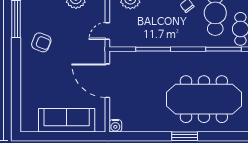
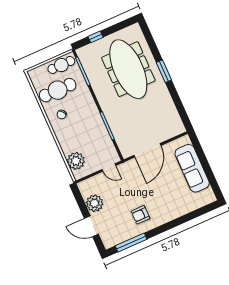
armchair: (41, 42) -> (140, 215), turned -111
water cooler: (115, 126) -> (180, 129), removed

